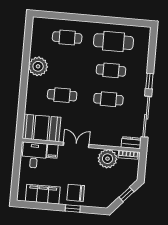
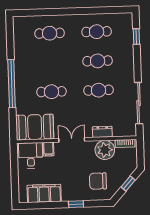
cafe table: (113, 42) -> (97, 32), width x0.73, depth x0.74
plant: (38, 66) -> (24, 66), removed
window: (149, 81) -> (136, 37), moved
window: (24, 83) -> (12, 84), added
dresser: (131, 143) -> (102, 132), moved
chair: (76, 193) -> (98, 181), moved

